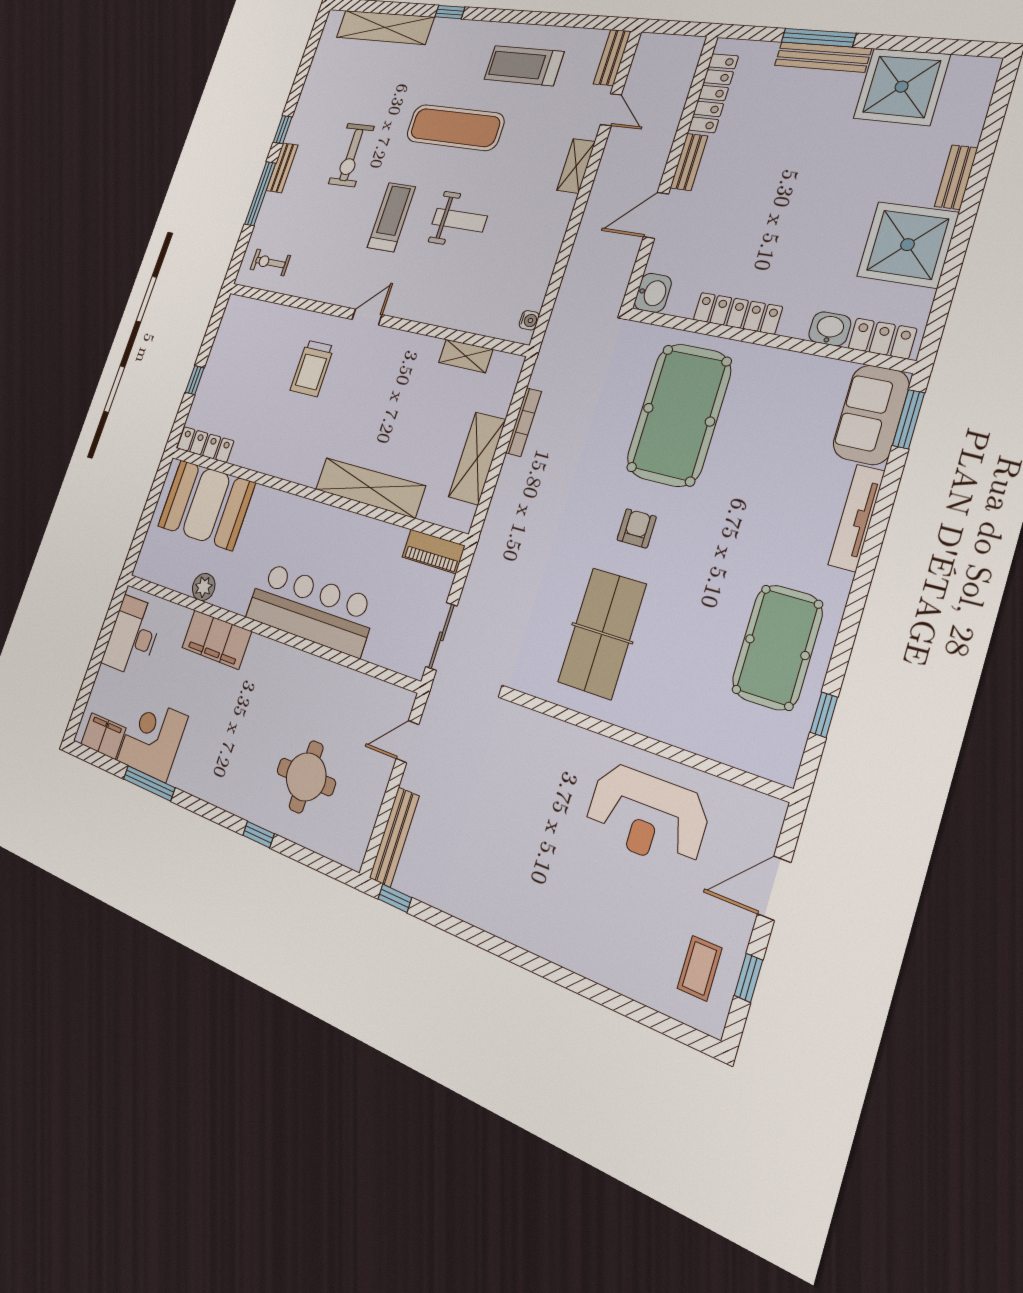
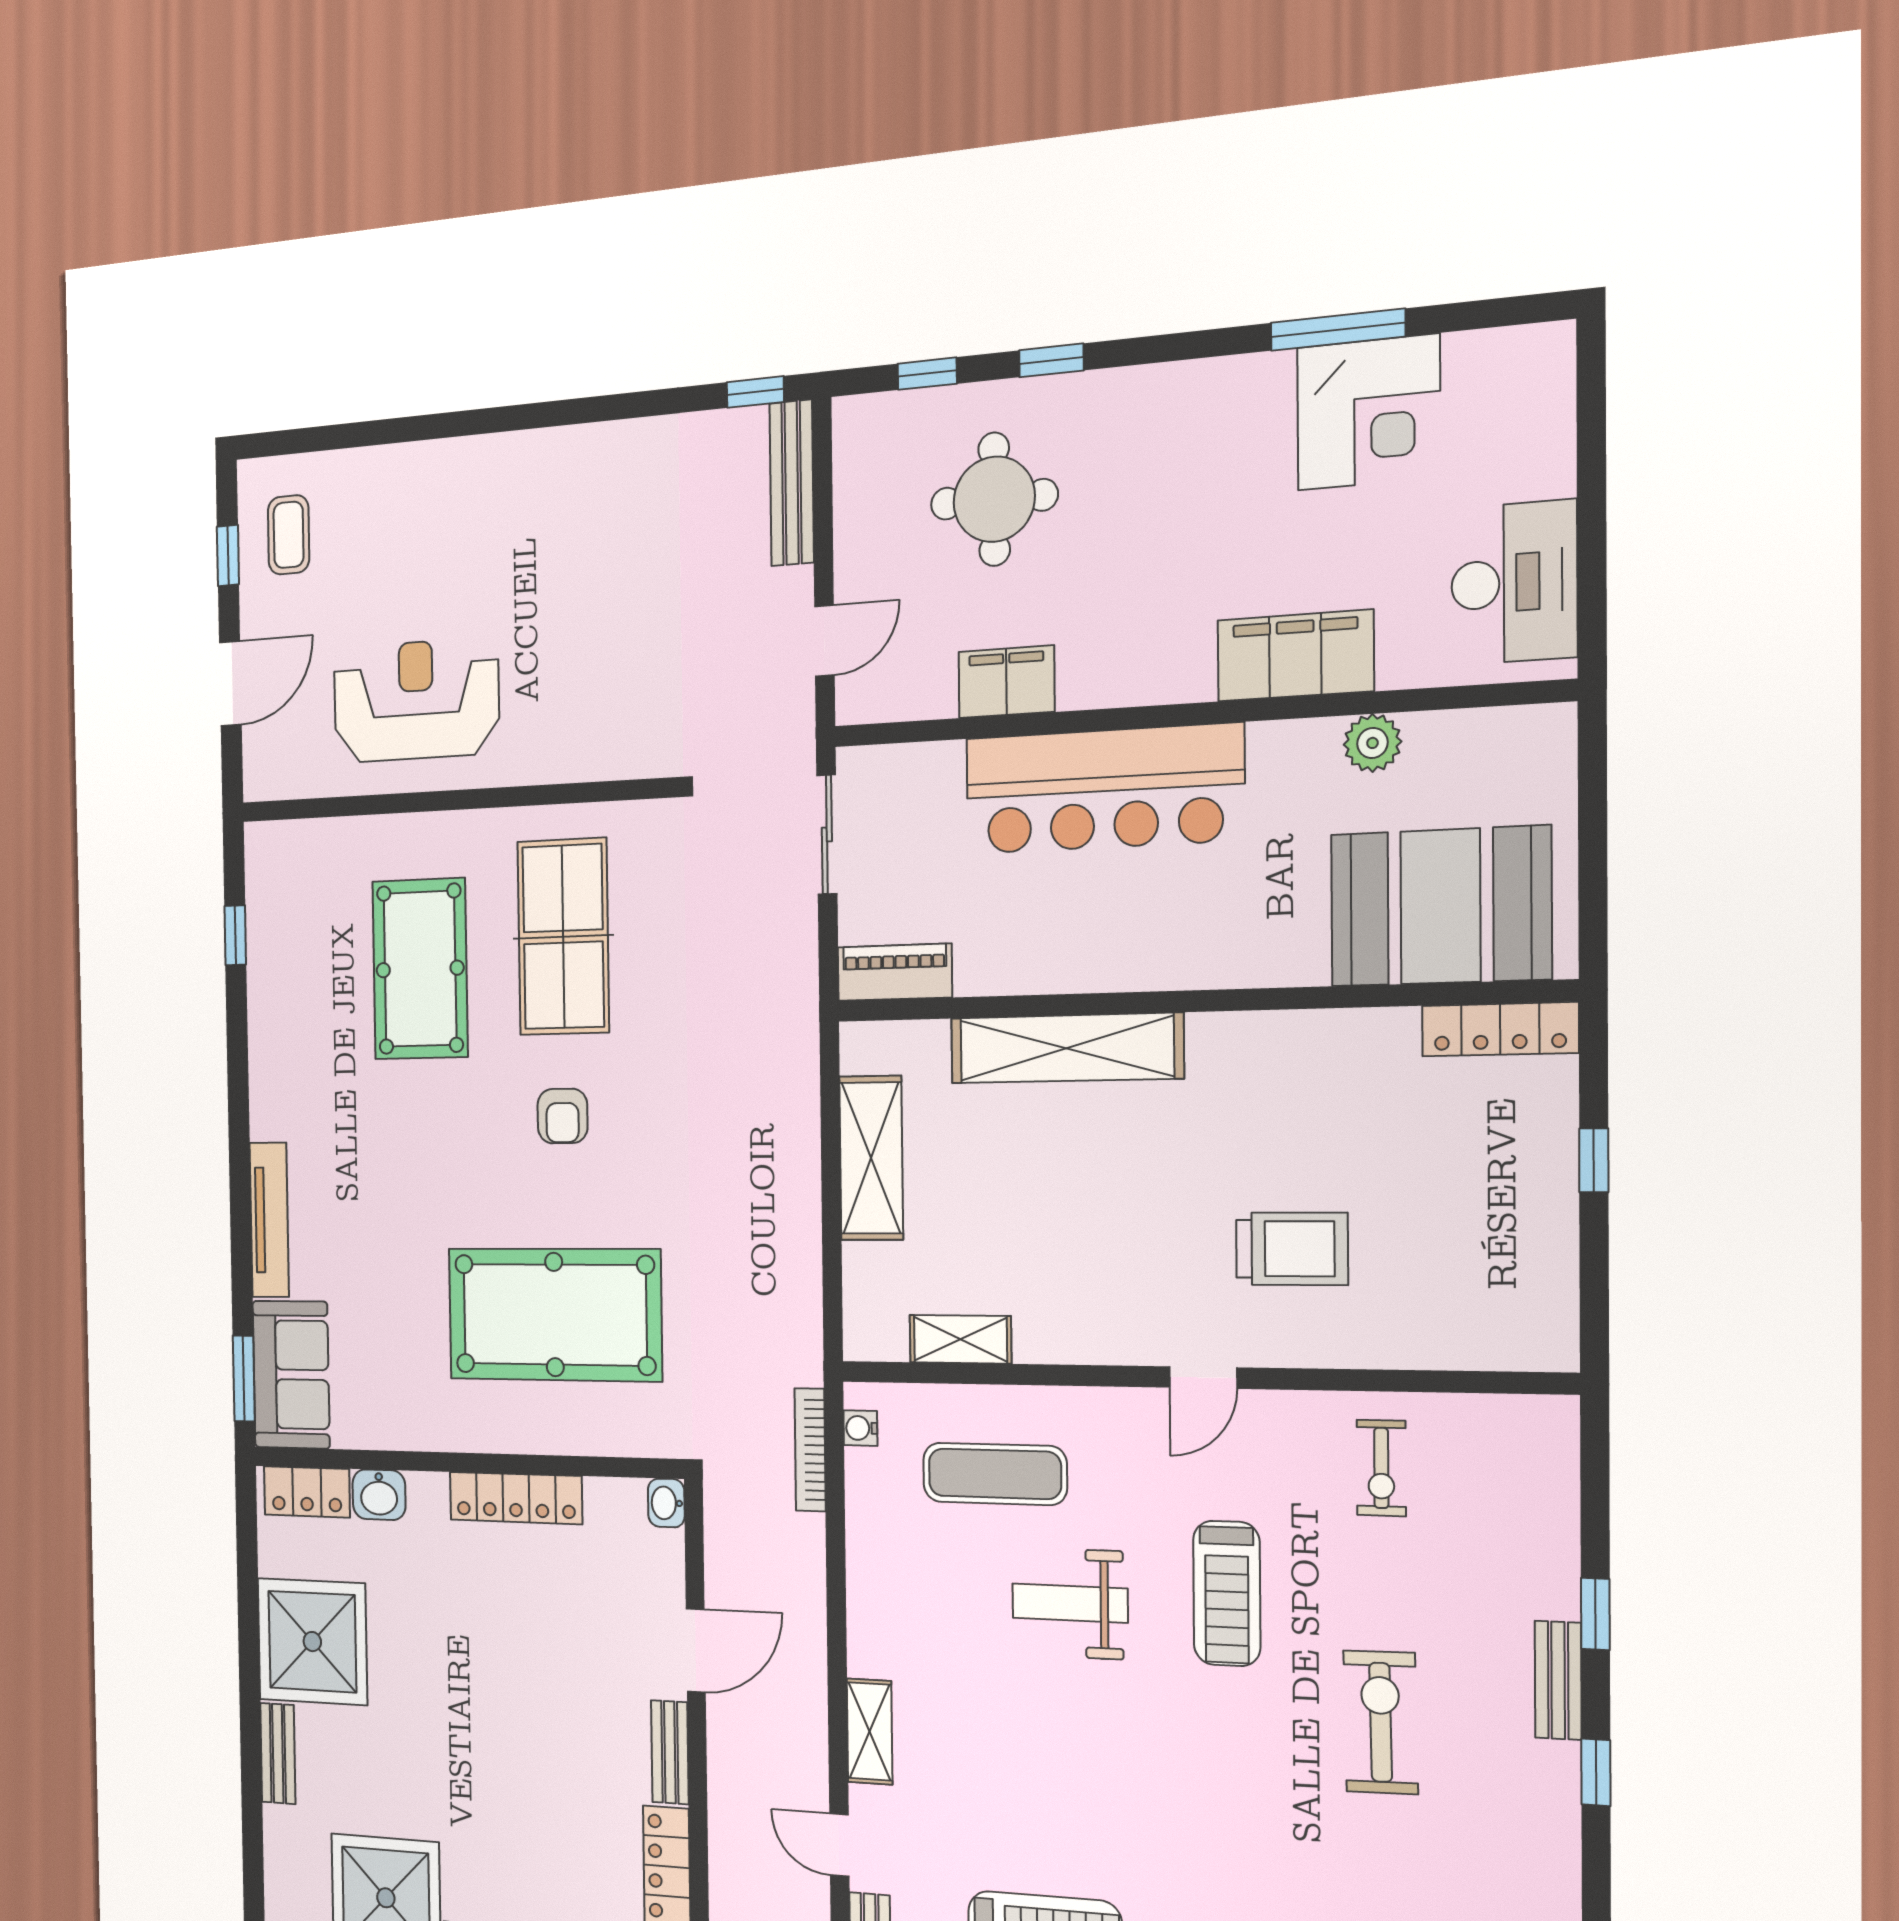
exercise mat: (455, 127) -> (995, 1474), moved, width x0.73, depth x0.69
window: (260, 194) -> (1595, 1614), width x0.46
exercise bike: (270, 262) -> (1381, 1468), moved, turned 90
washbasin: (653, 293) -> (666, 1503), width x0.72, depth x0.69
trolley: (312, 368) -> (1292, 1249), turned 90
pool table: (679, 415) -> (554, 1315), turned 90
bookcase: (524, 422) -> (810, 1450), moved
pool table: (777, 647) -> (420, 969), moved
filing cabinet: (103, 736) -> (1006, 682), moved, turned 180
window: (312, 860) -> (927, 374), added

